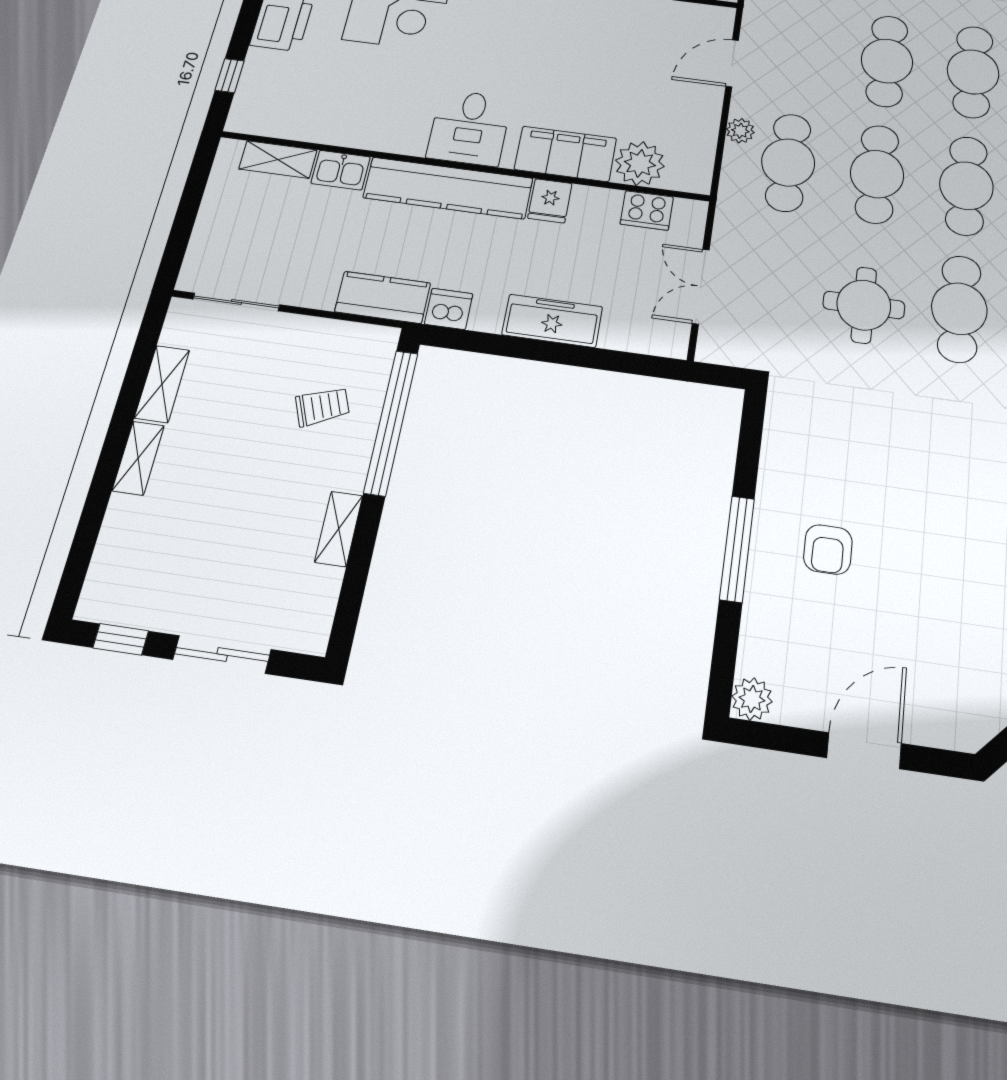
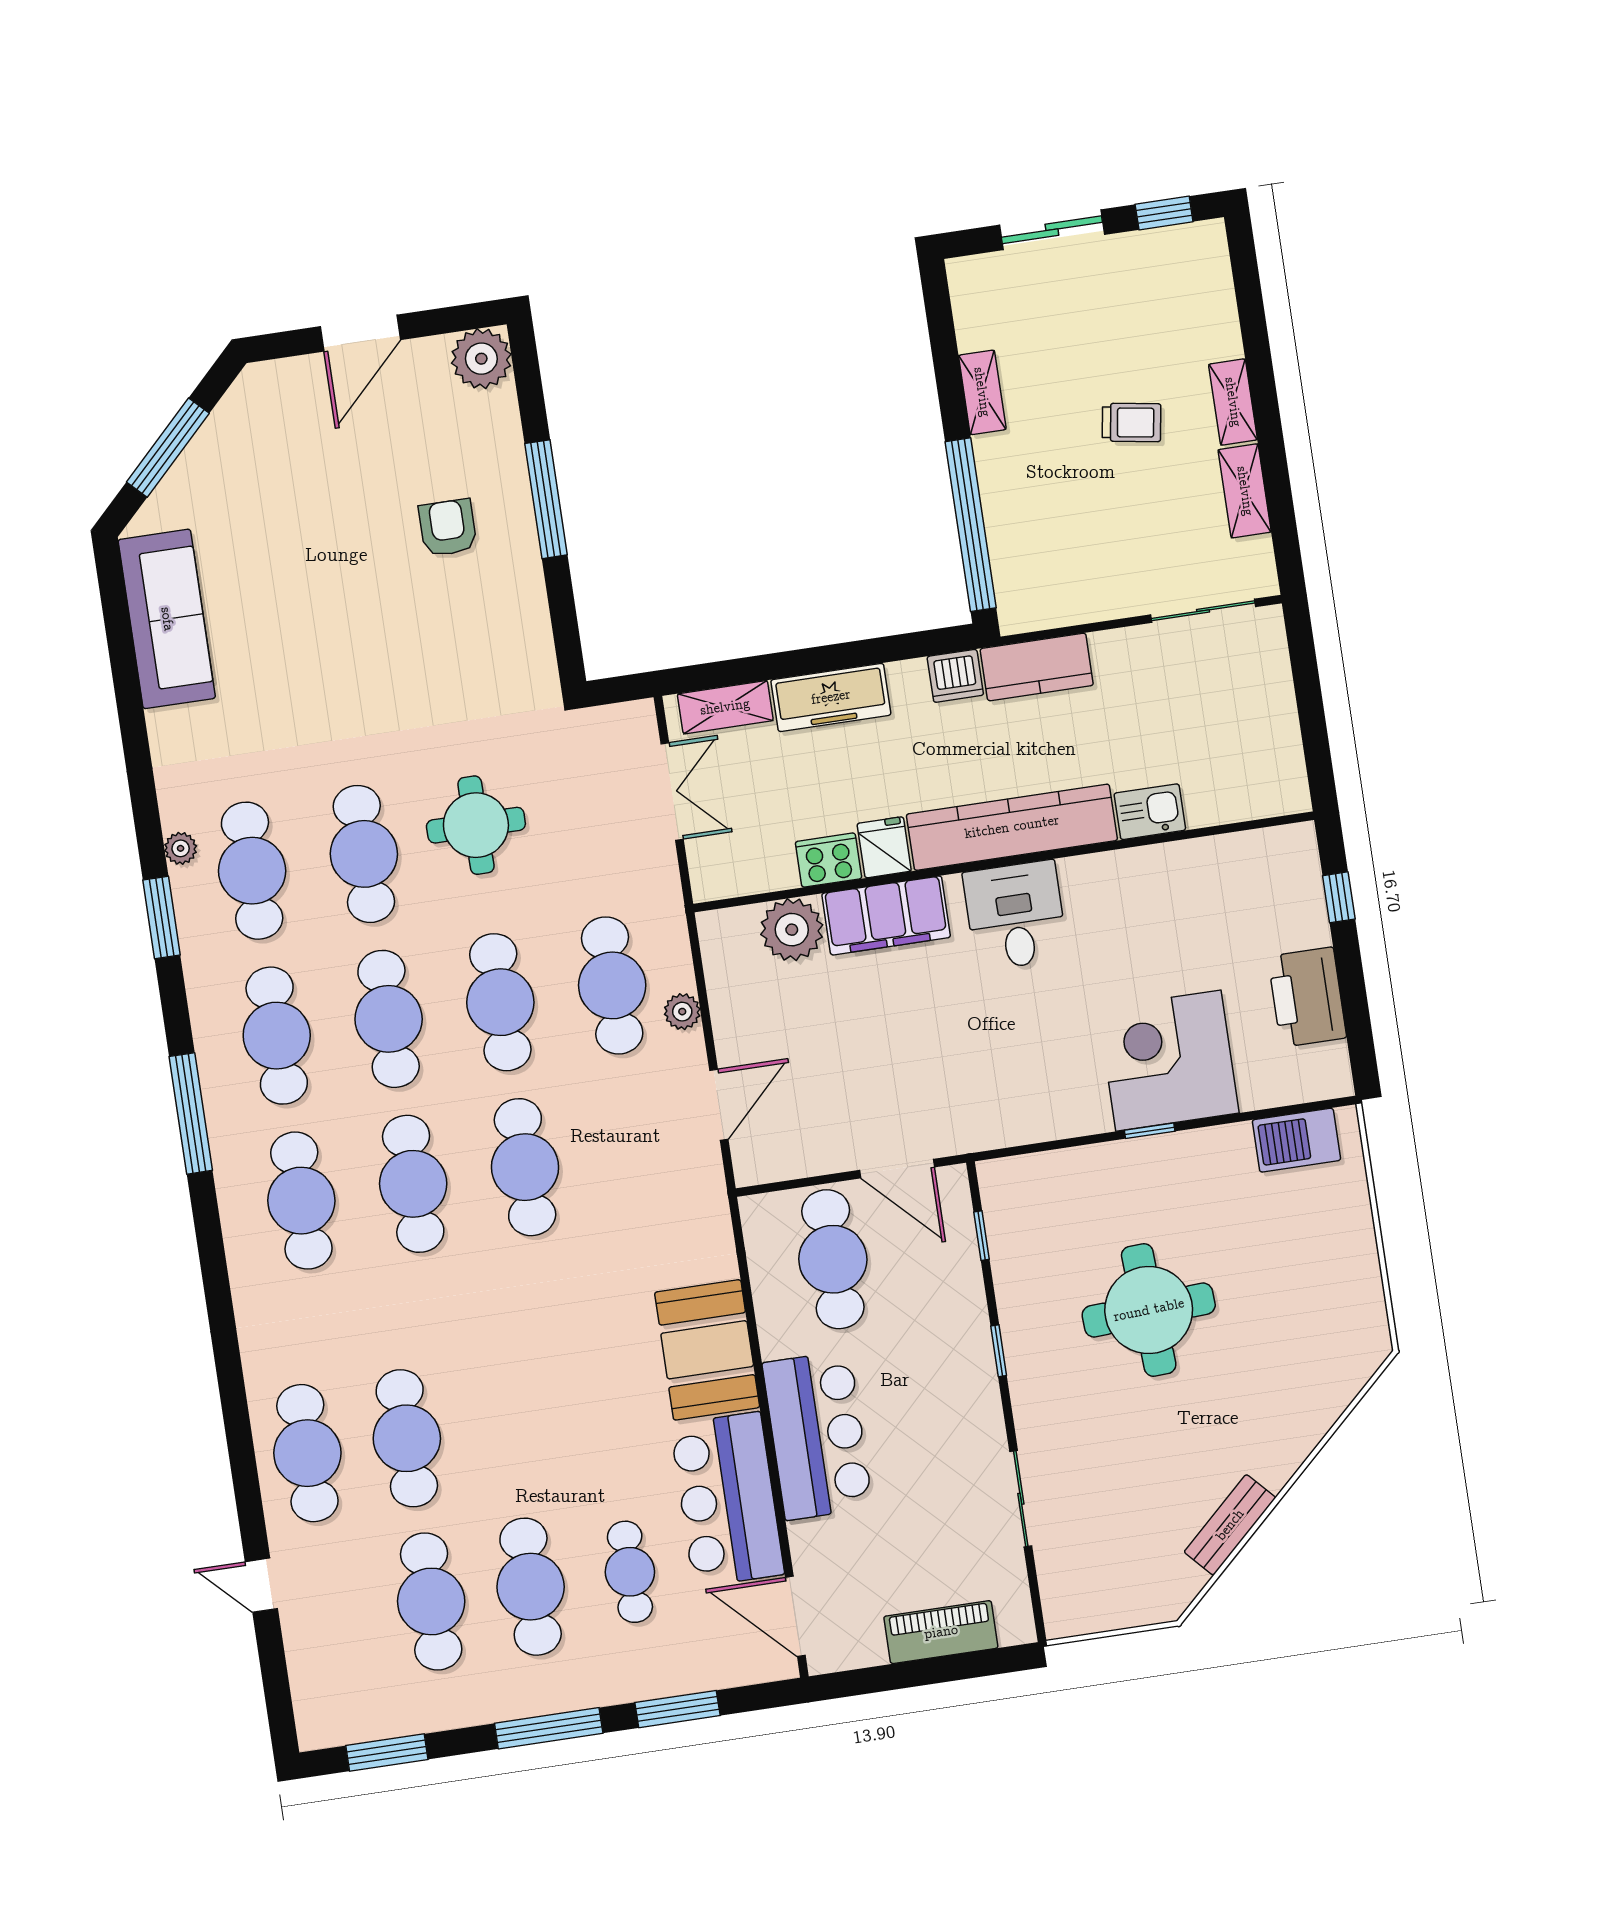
shelving: (278, 159) -> (725, 707), moved
cooker: (647, 210) -> (829, 860), moved
trolley: (322, 406) -> (1132, 422), moved, turned -149
plant: (752, 699) -> (481, 359), width x1.36, depth x1.36

